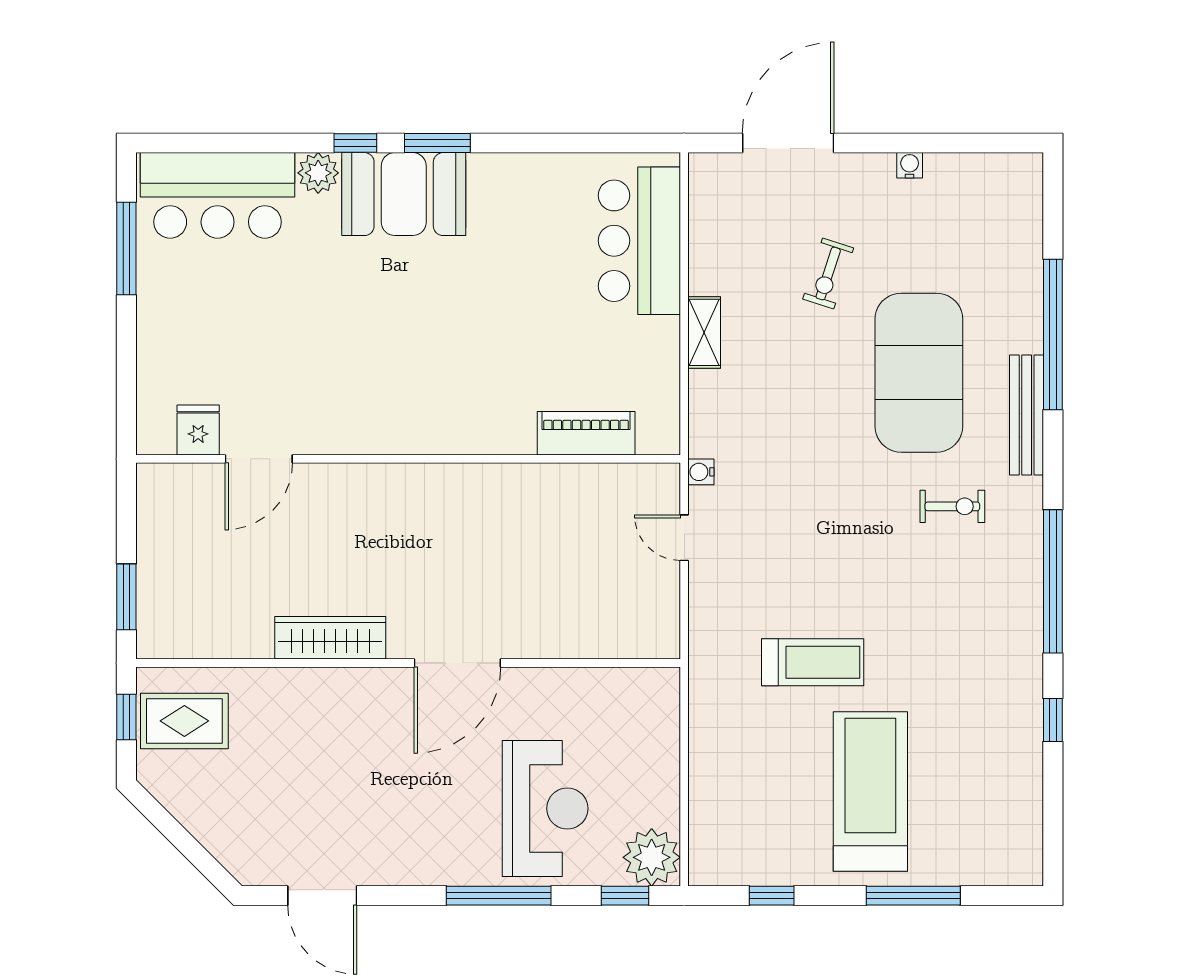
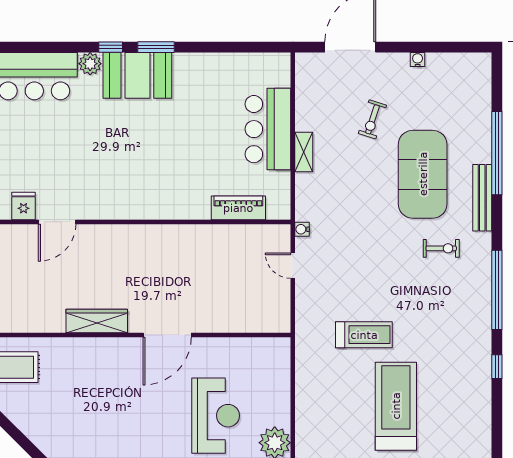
bar counter: (639, 241) -> (268, 129), moved

